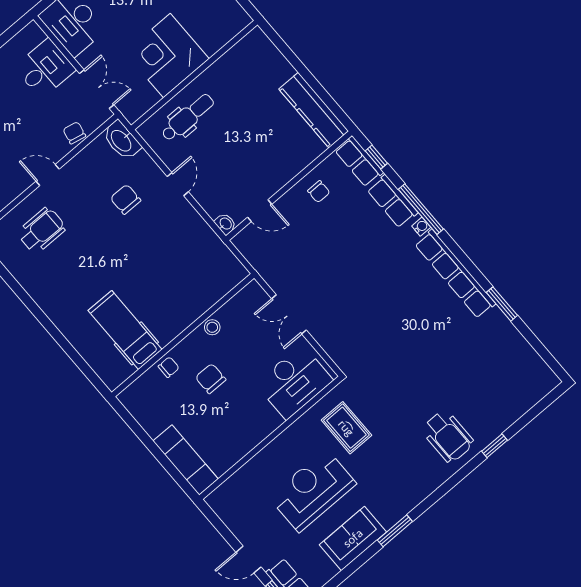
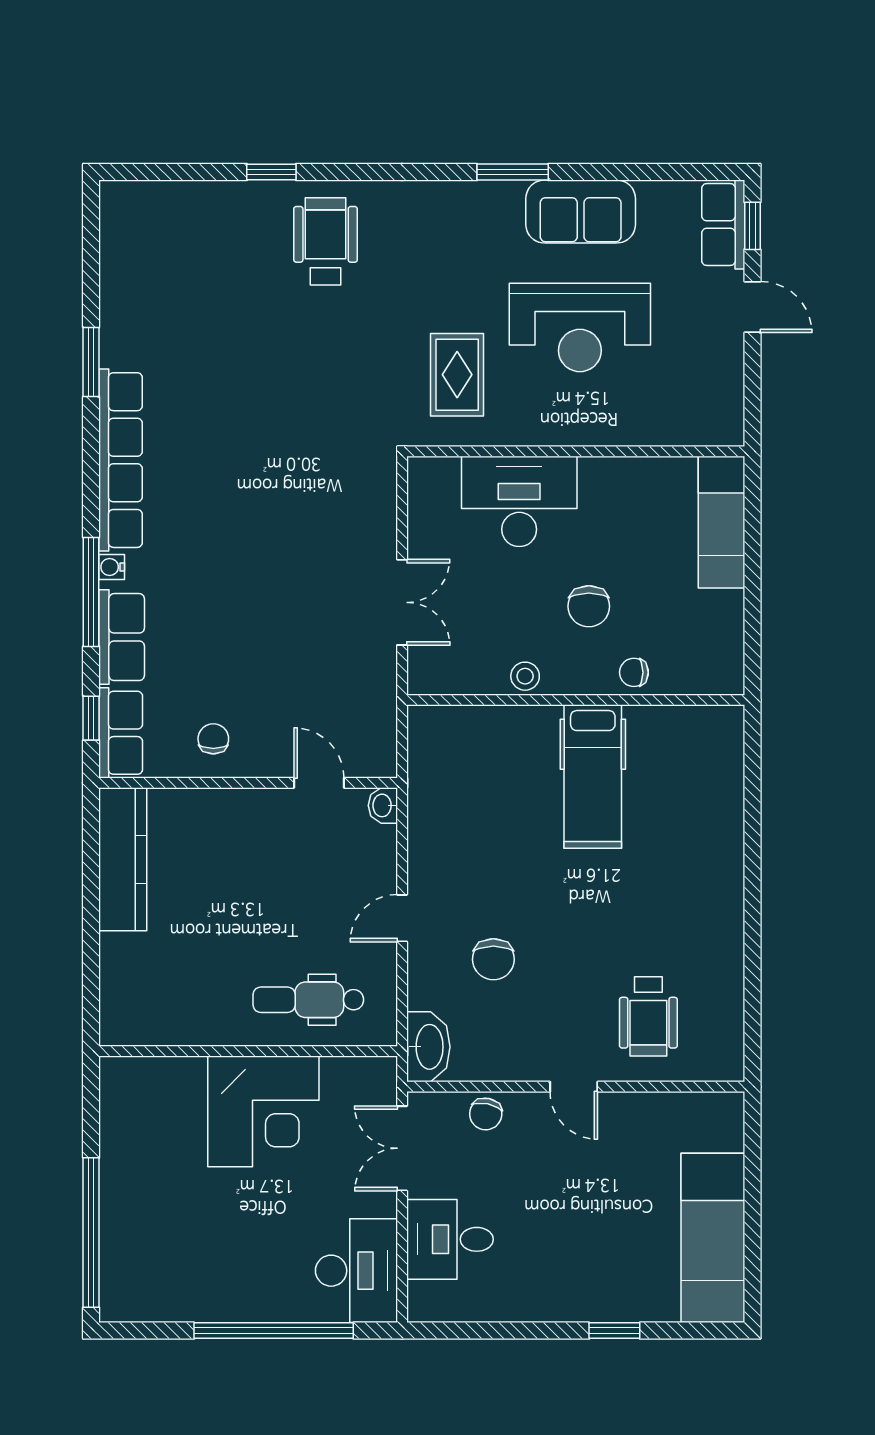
wheelchair: (42, 230) -> (648, 1016), turned -90
hospital bed: (125, 330) -> (593, 777), moved
desk: (294, 382) -> (519, 501), moved

